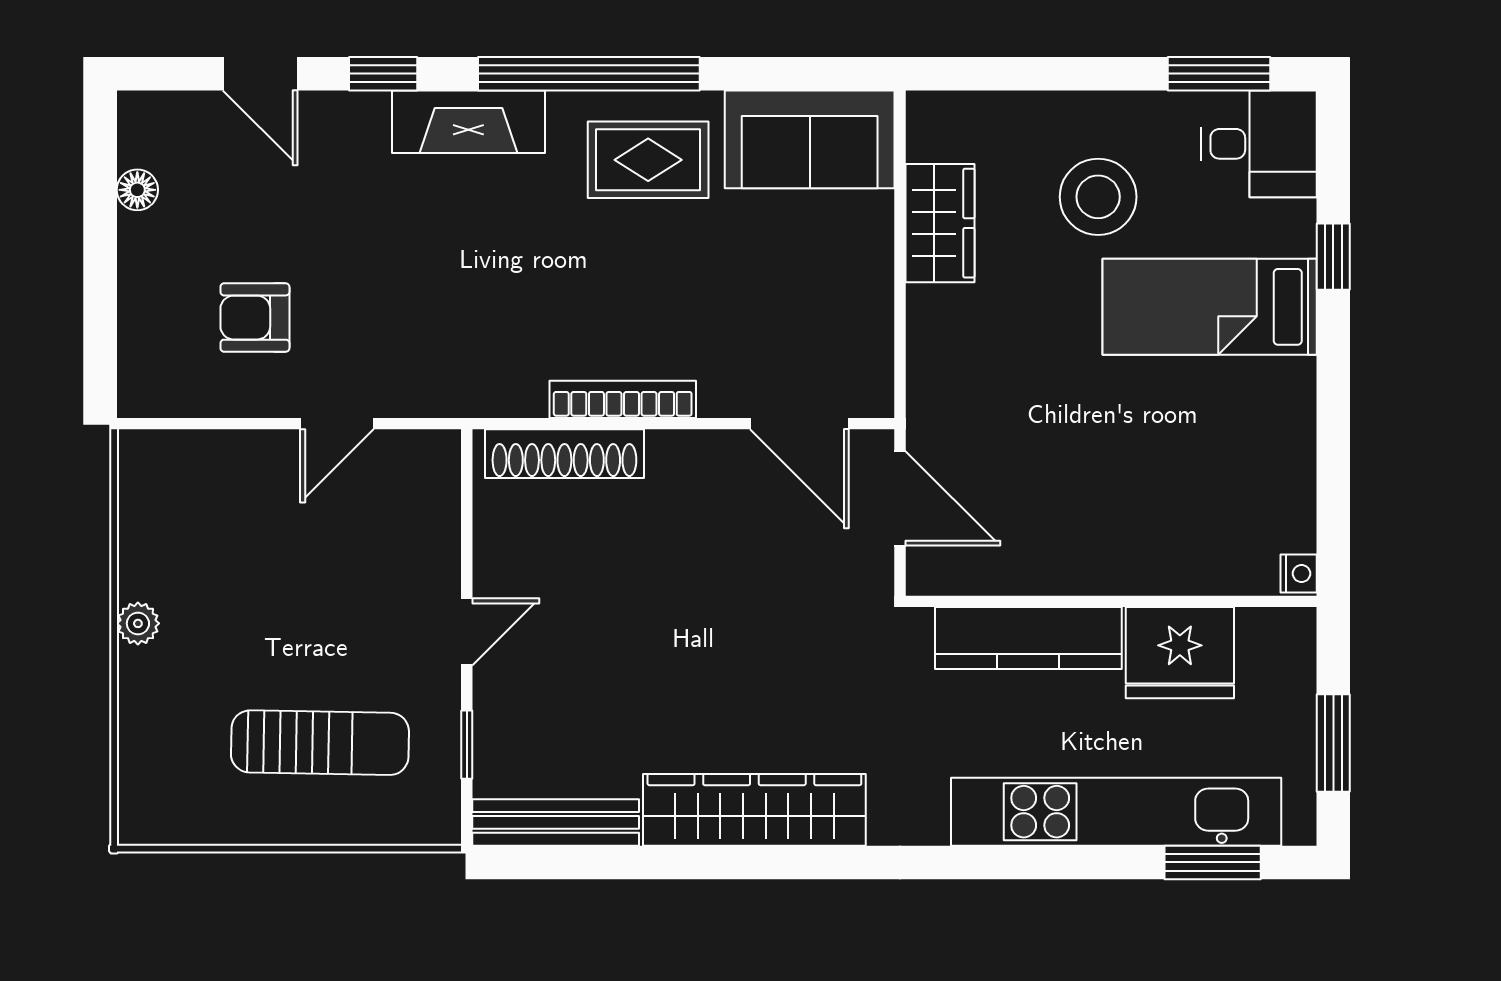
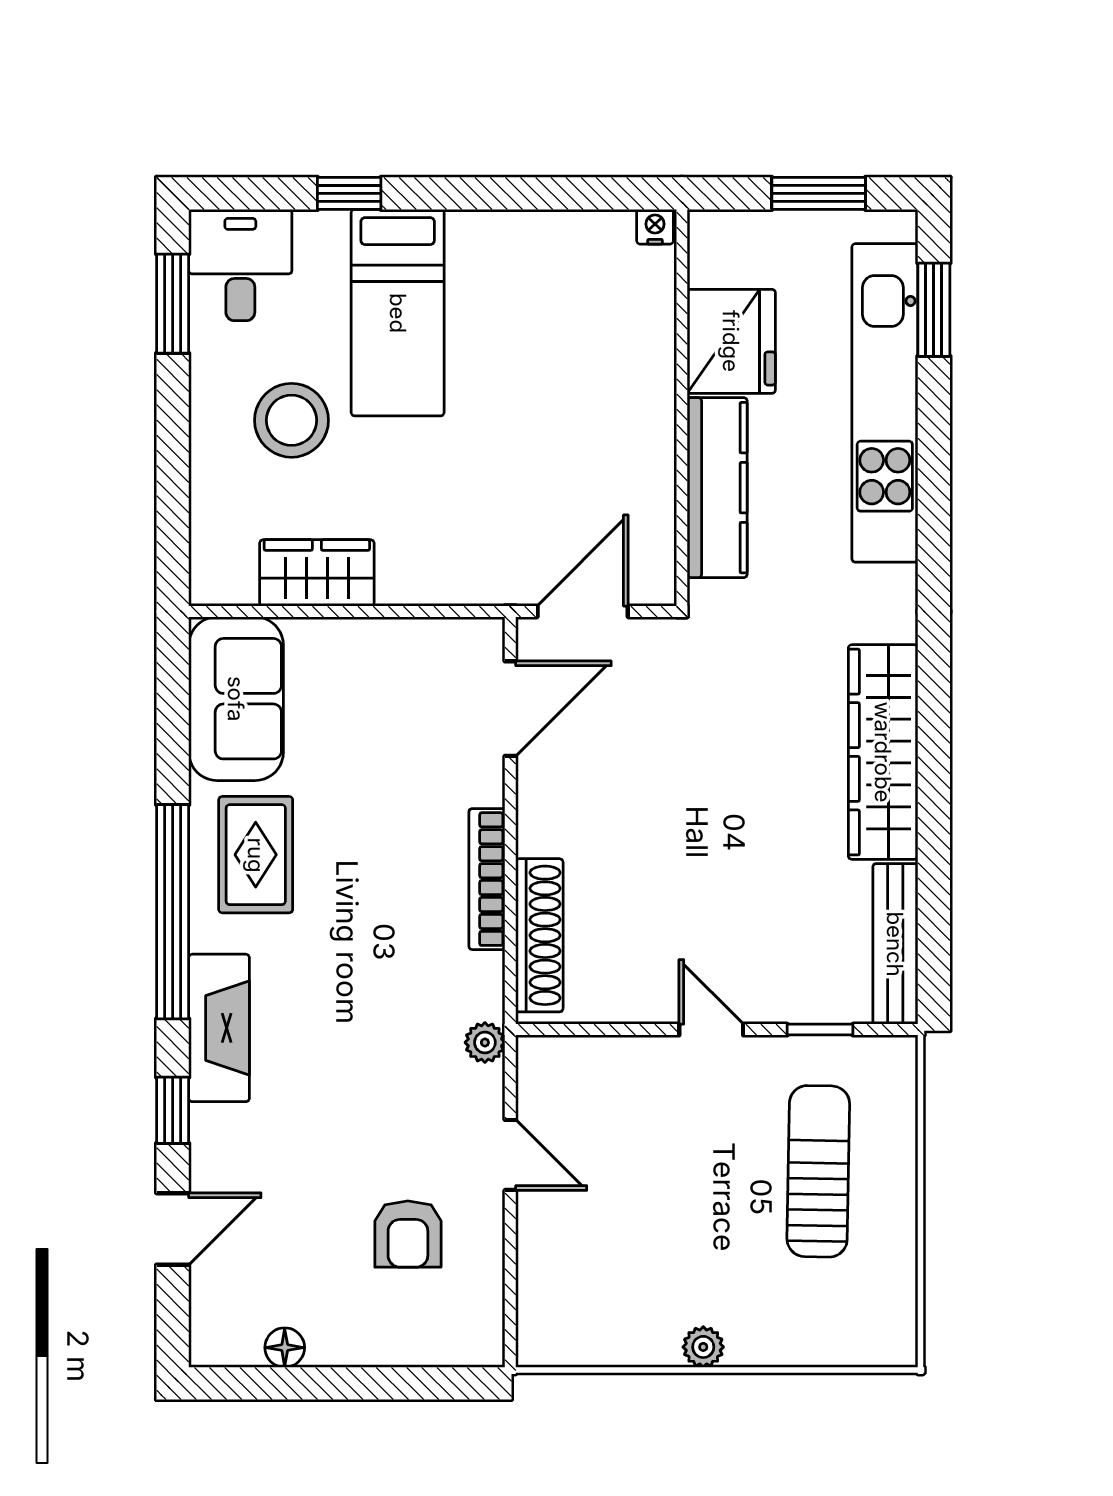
plant: (453, 397) -> (485, 1042), added

